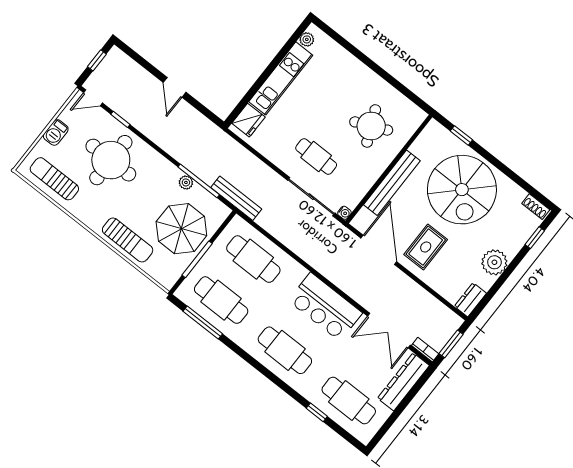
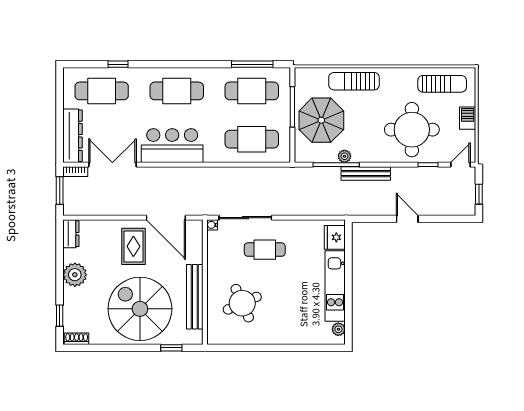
bench: (392, 183) -> (195, 297), moved
bench: (236, 198) -> (366, 174), moved

